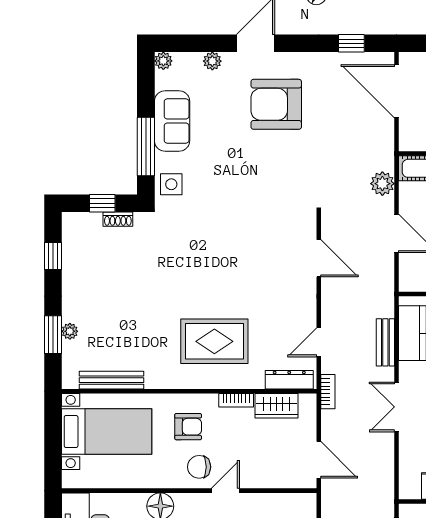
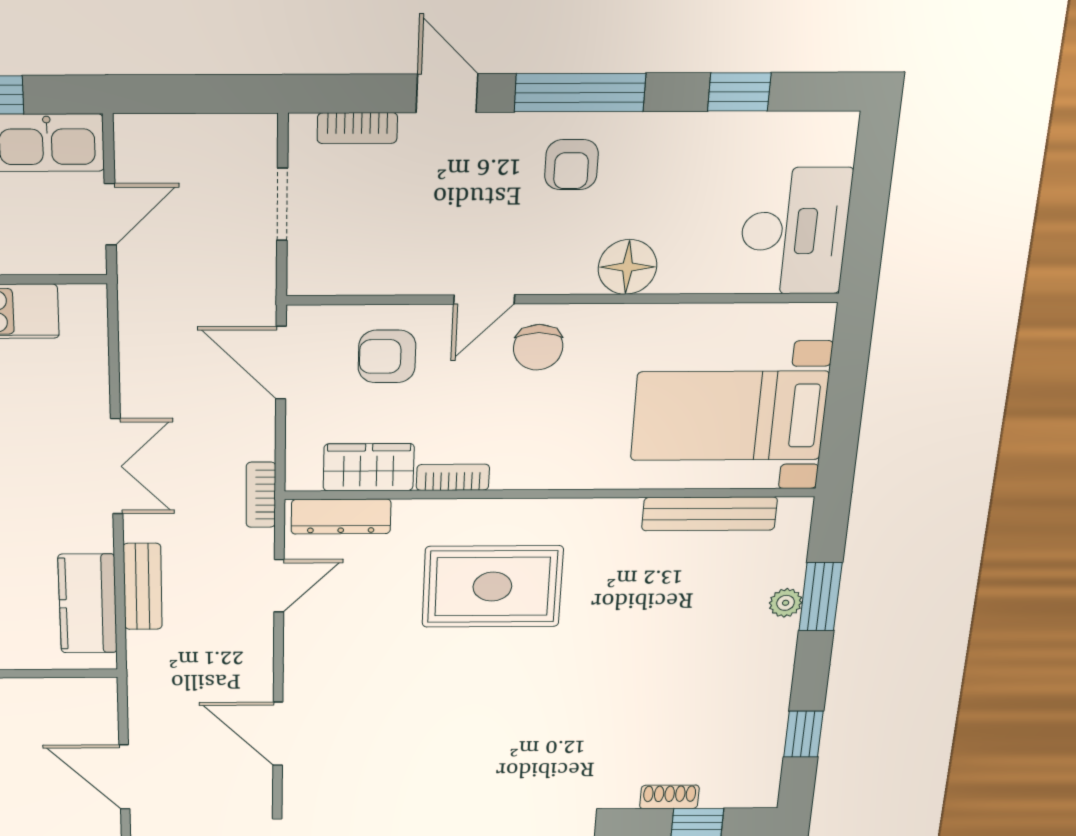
armchair: (188, 427) -> (387, 356), moved
chair: (199, 467) -> (538, 347), turned 90

